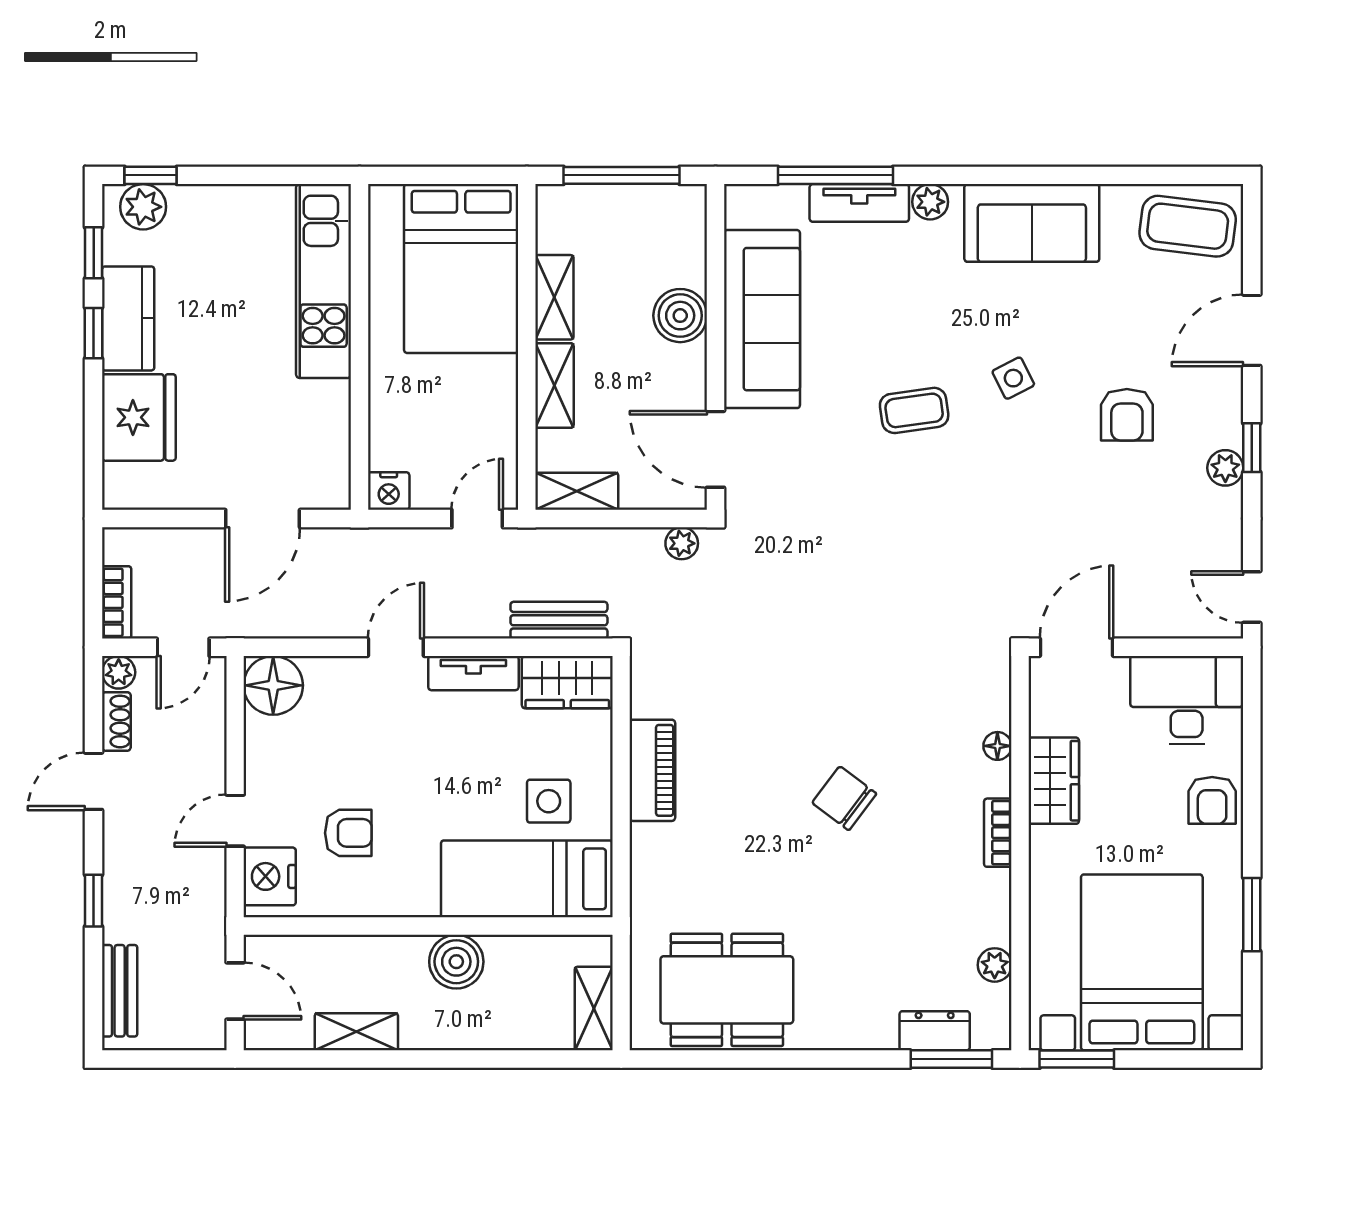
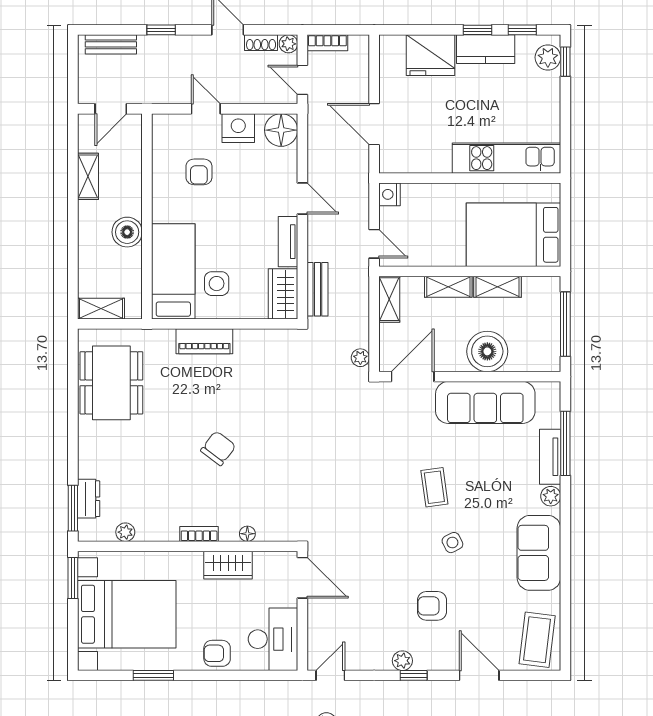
boiler: (680, 316) -> (487, 351), width x1.37, depth x1.37
piano: (652, 770) -> (204, 341), moved
nightstand: (270, 876) -> (238, 128), moved

